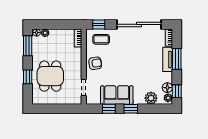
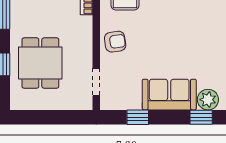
sofa: (117, 95) -> (169, 95), moved
window: (131, 109) -> (201, 117), moved

